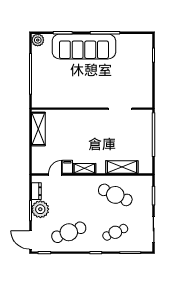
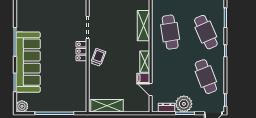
locker: (95, 102) -> (81, 51), added
trolley: (89, 120) -> (98, 57), added
cafe table: (115, 195) -> (170, 32), turned -33
cafe table: (115, 232) -> (206, 32), width x1.37, depth x1.35

